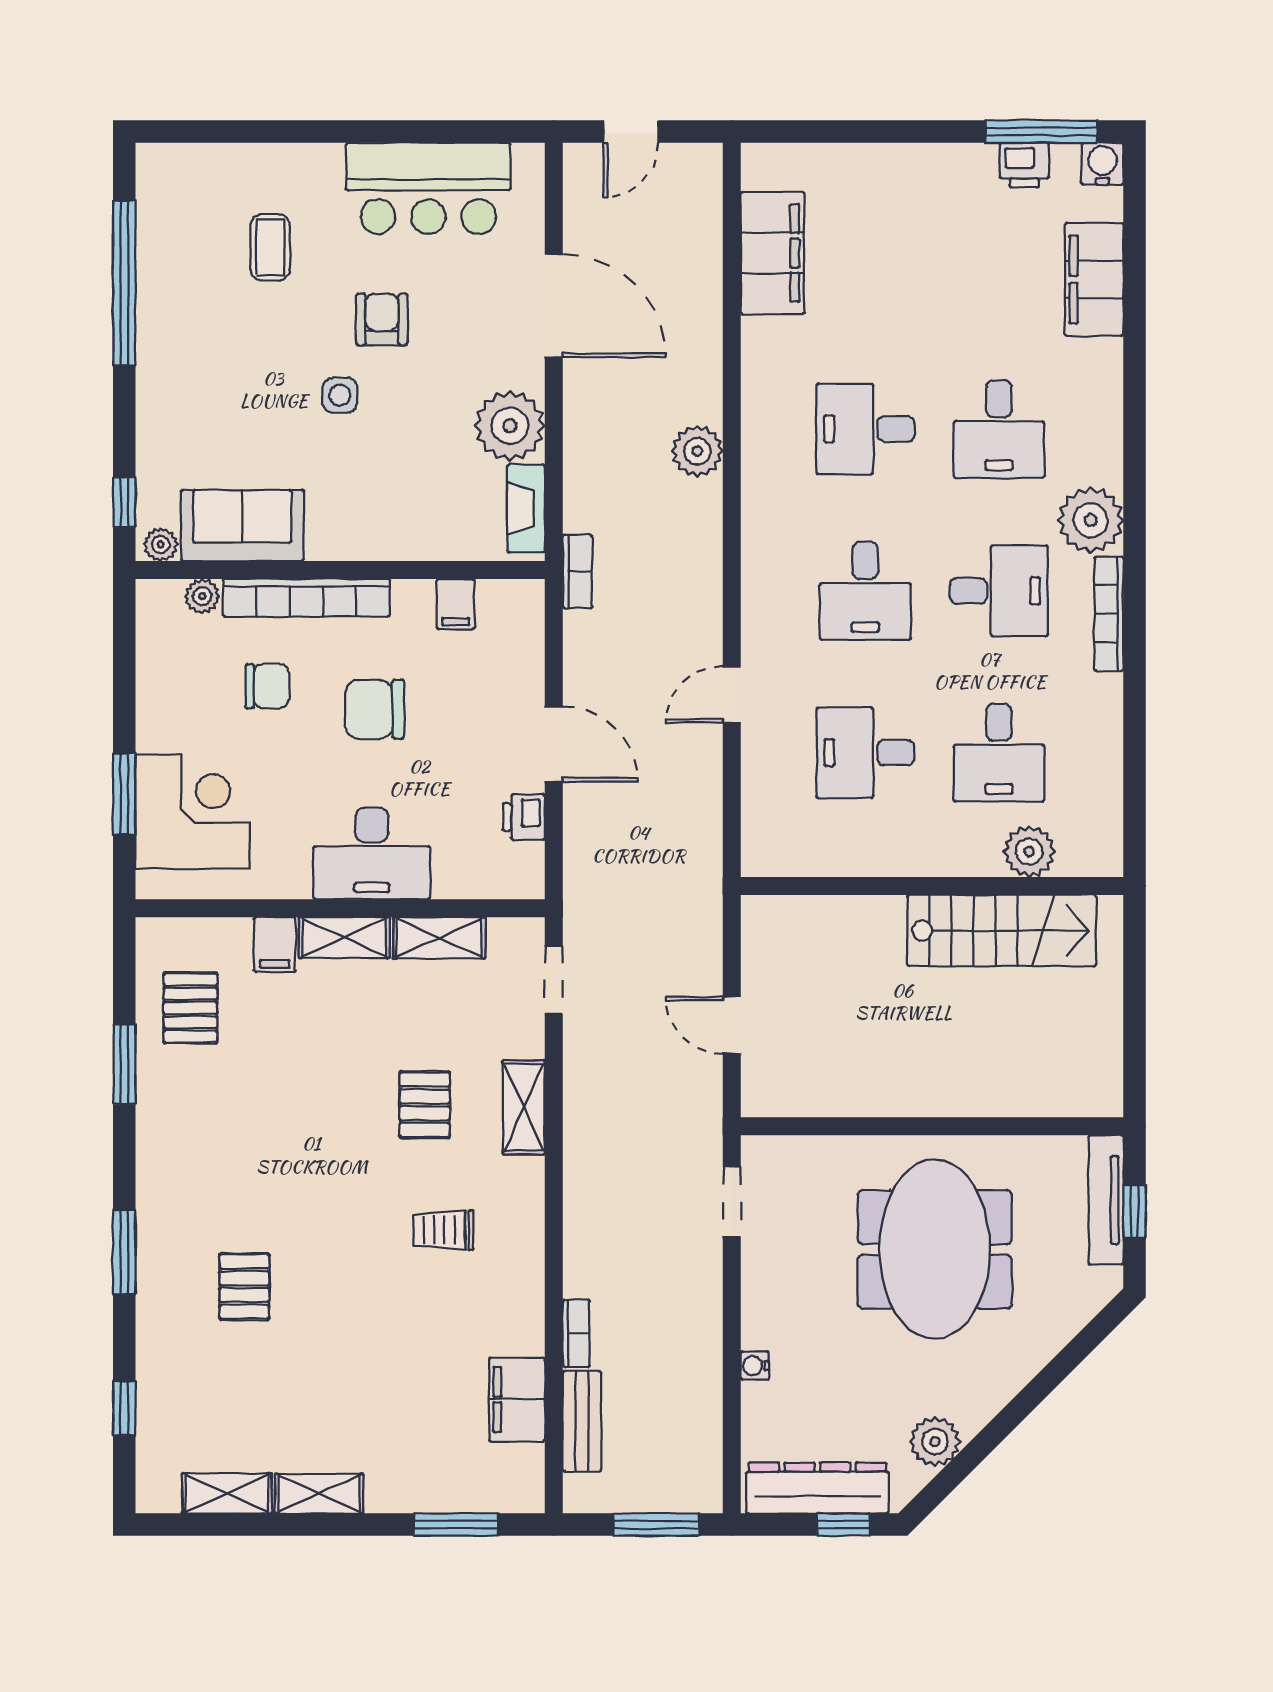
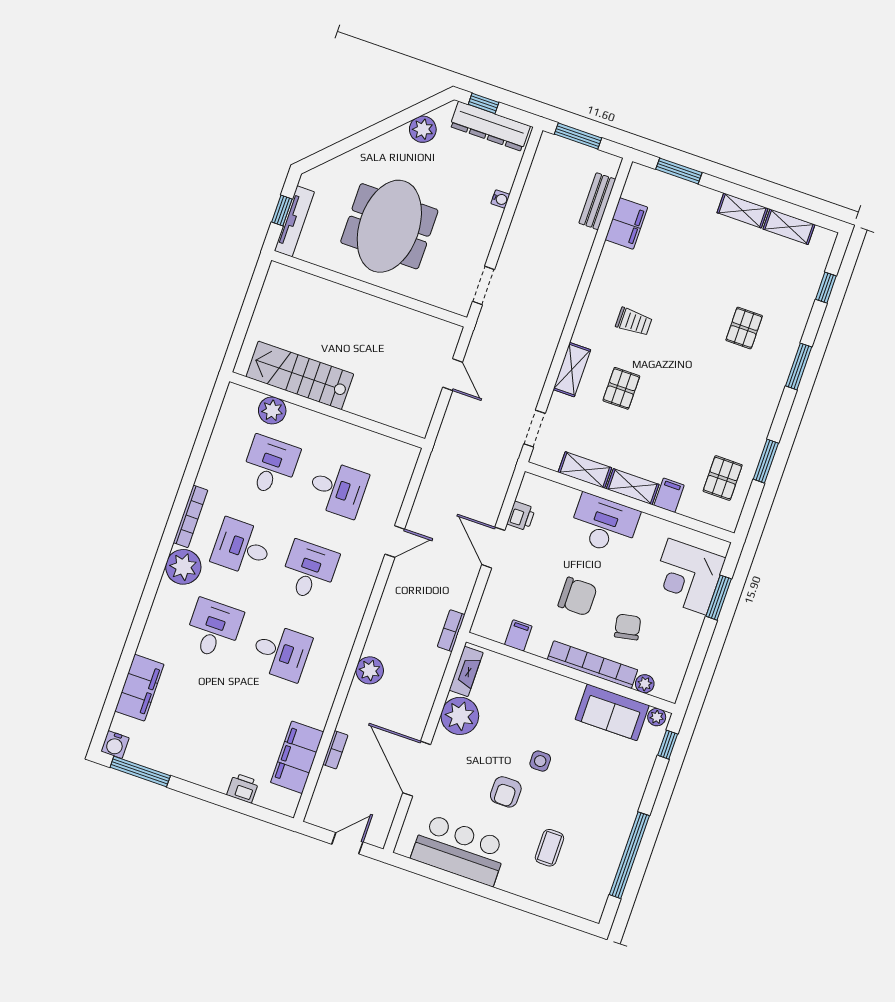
printer: (1024, 165) -> (243, 788), moved
chair: (267, 686) -> (628, 627), turned 79
bookcase: (576, 1333) -> (335, 750), moved, turned 180

